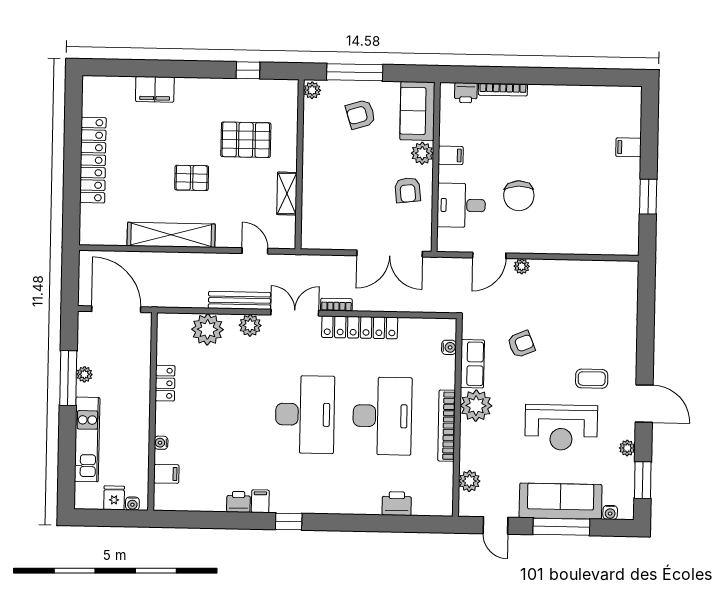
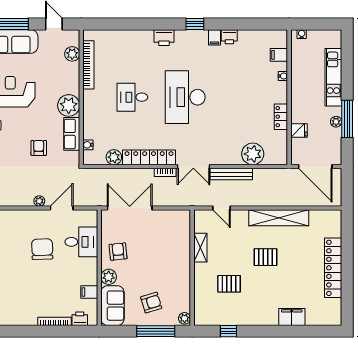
pallet: (246, 140) -> (229, 284), width x0.67, depth x0.71
filing cabinet: (451, 155) -> (89, 292), moved
plant: (250, 325) -> (114, 157), moved
armchair: (521, 344) -> (39, 148), turned 112
desk: (382, 416) -> (132, 97), width x0.53, depth x0.77
bookcase: (447, 426) -> (88, 65), moved
fridge: (114, 498) -> (299, 130), moved, turned -90
printer: (397, 504) -> (164, 38), moved

